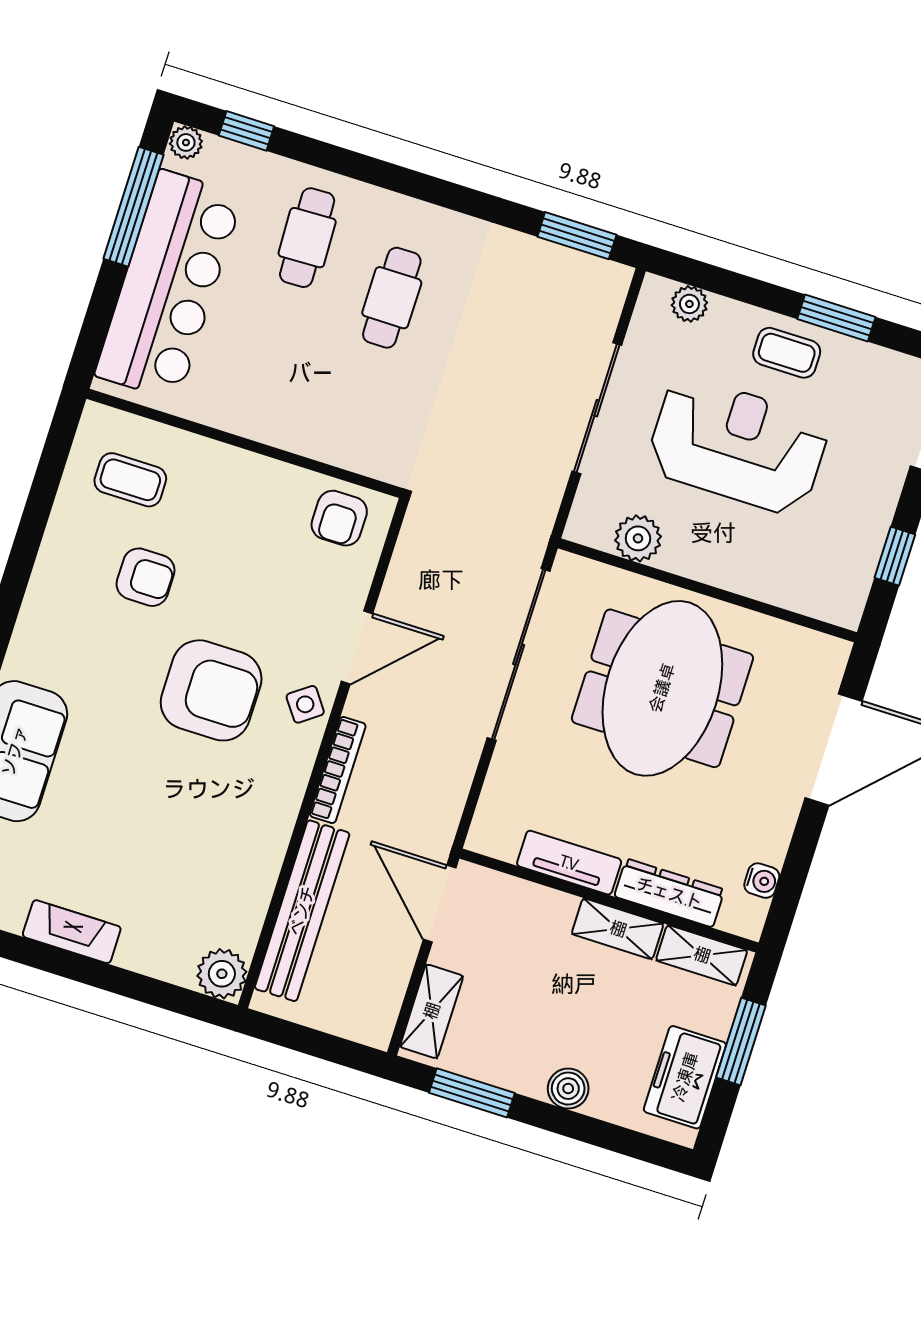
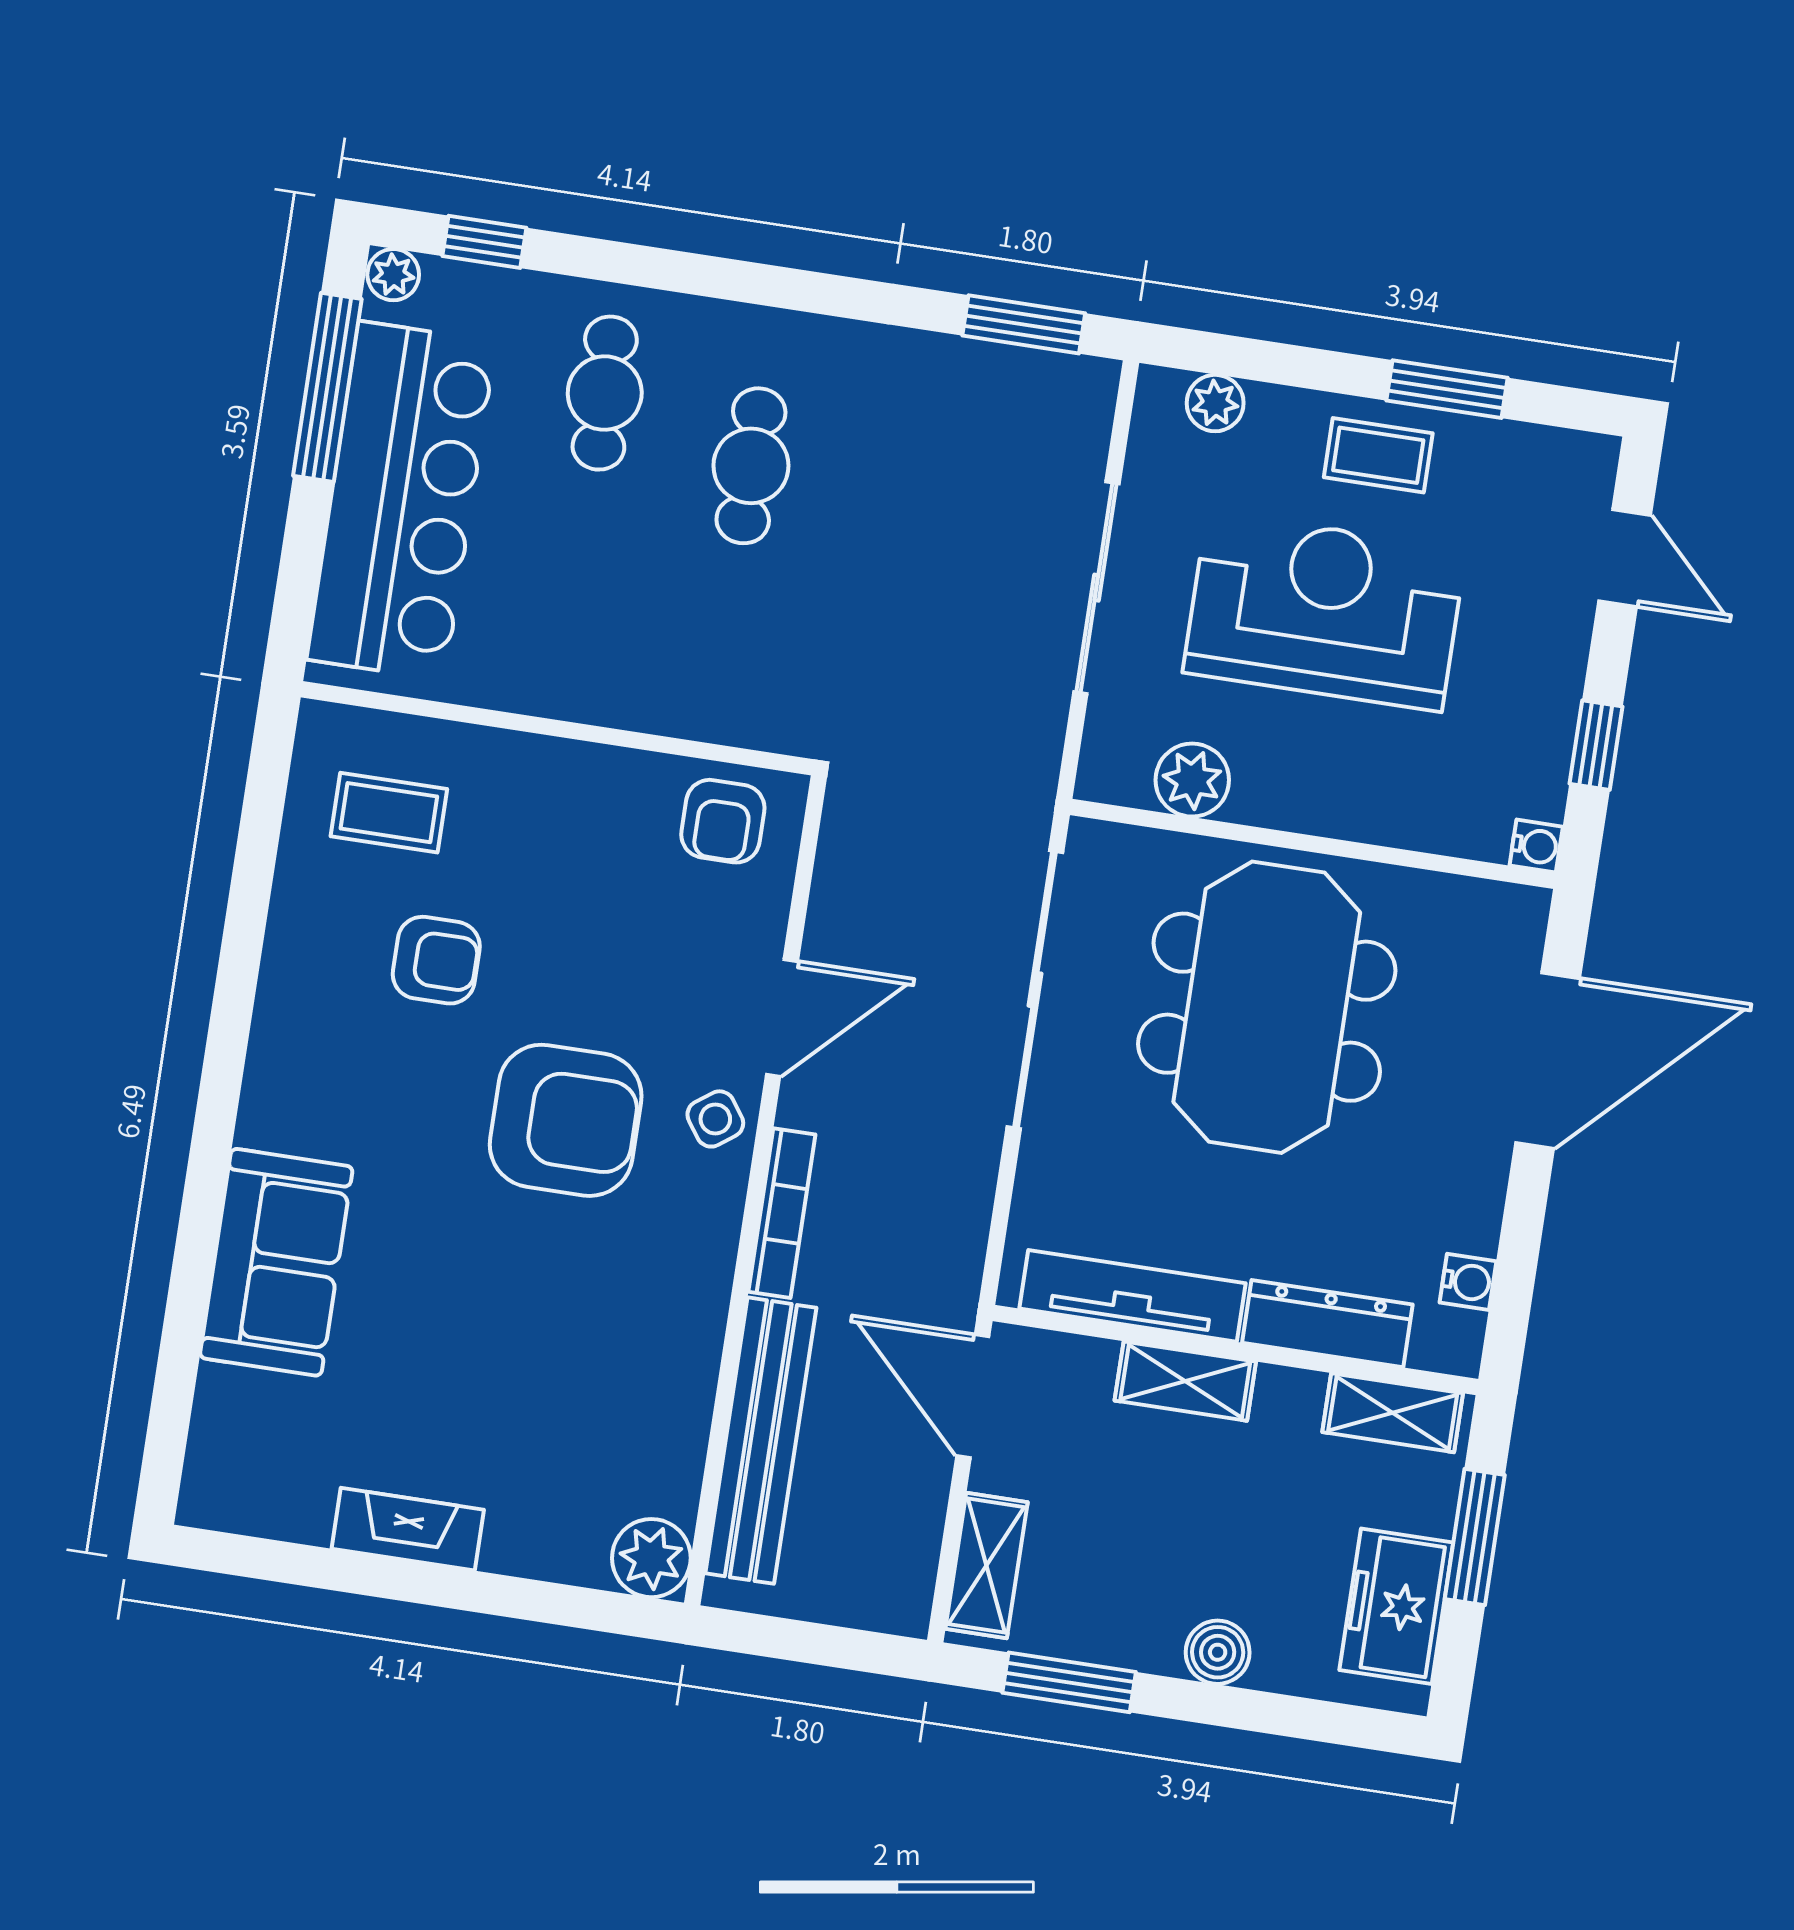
water cooler: (847, 614) -> (1536, 846), added
tv unit: (569, 863) -> (1133, 1296), width x1.41
shelving: (618, 929) -> (1185, 1381), moved

